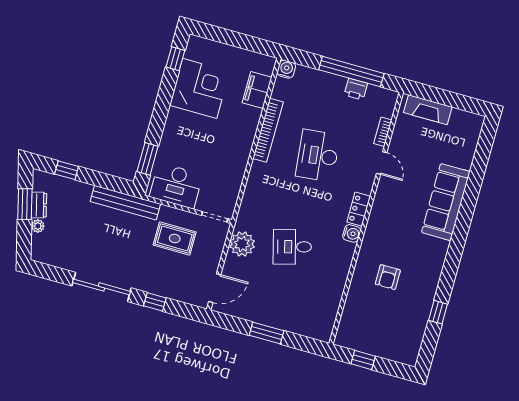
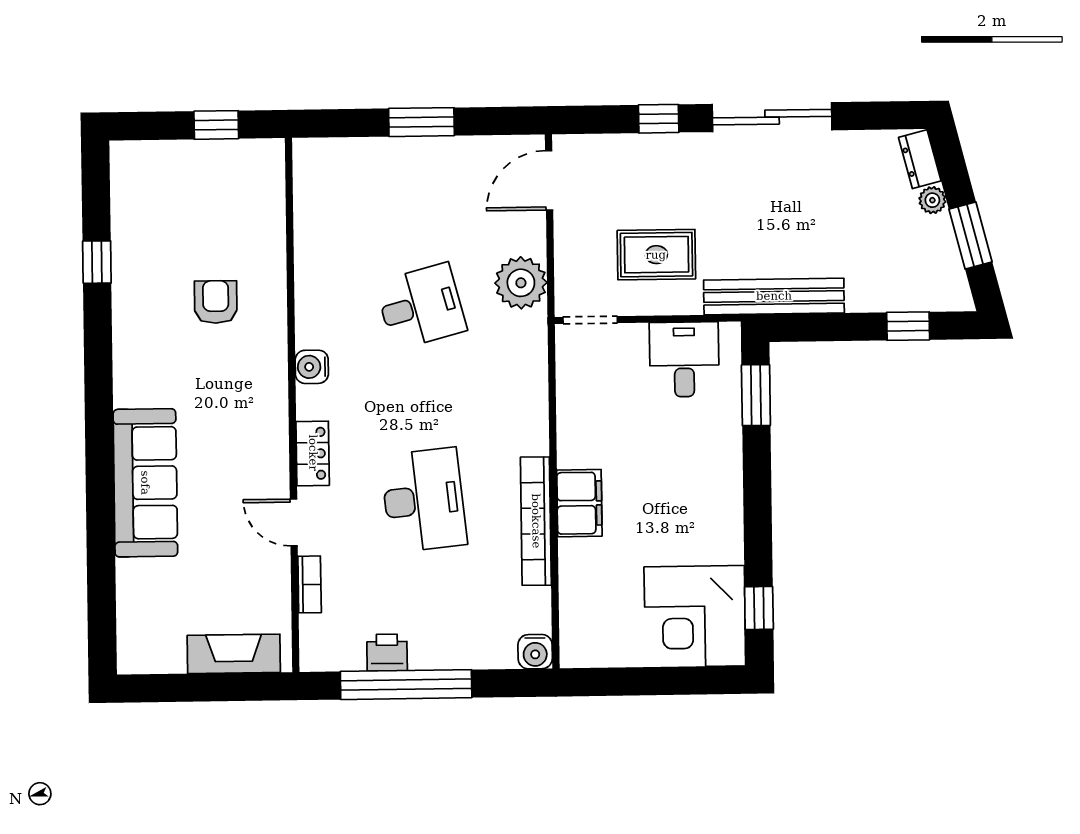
corner desk: (200, 88) -> (695, 616), moved
filing cabinet: (257, 90) -> (579, 503), moved
desk: (176, 186) -> (684, 359), width x0.73
dresser: (39, 205) -> (920, 159), moved
locker: (359, 209) -> (313, 453), moved

